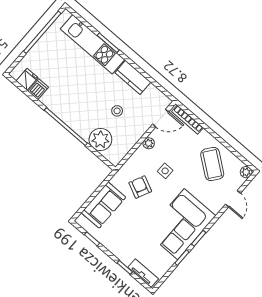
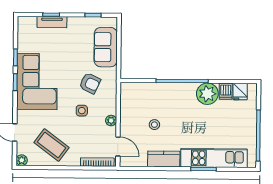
door: (161, 118) -> (118, 147), swing flipped
plant: (100, 139) -> (207, 94), moved
tv unit: (143, 273) -> (52, 22), moved

